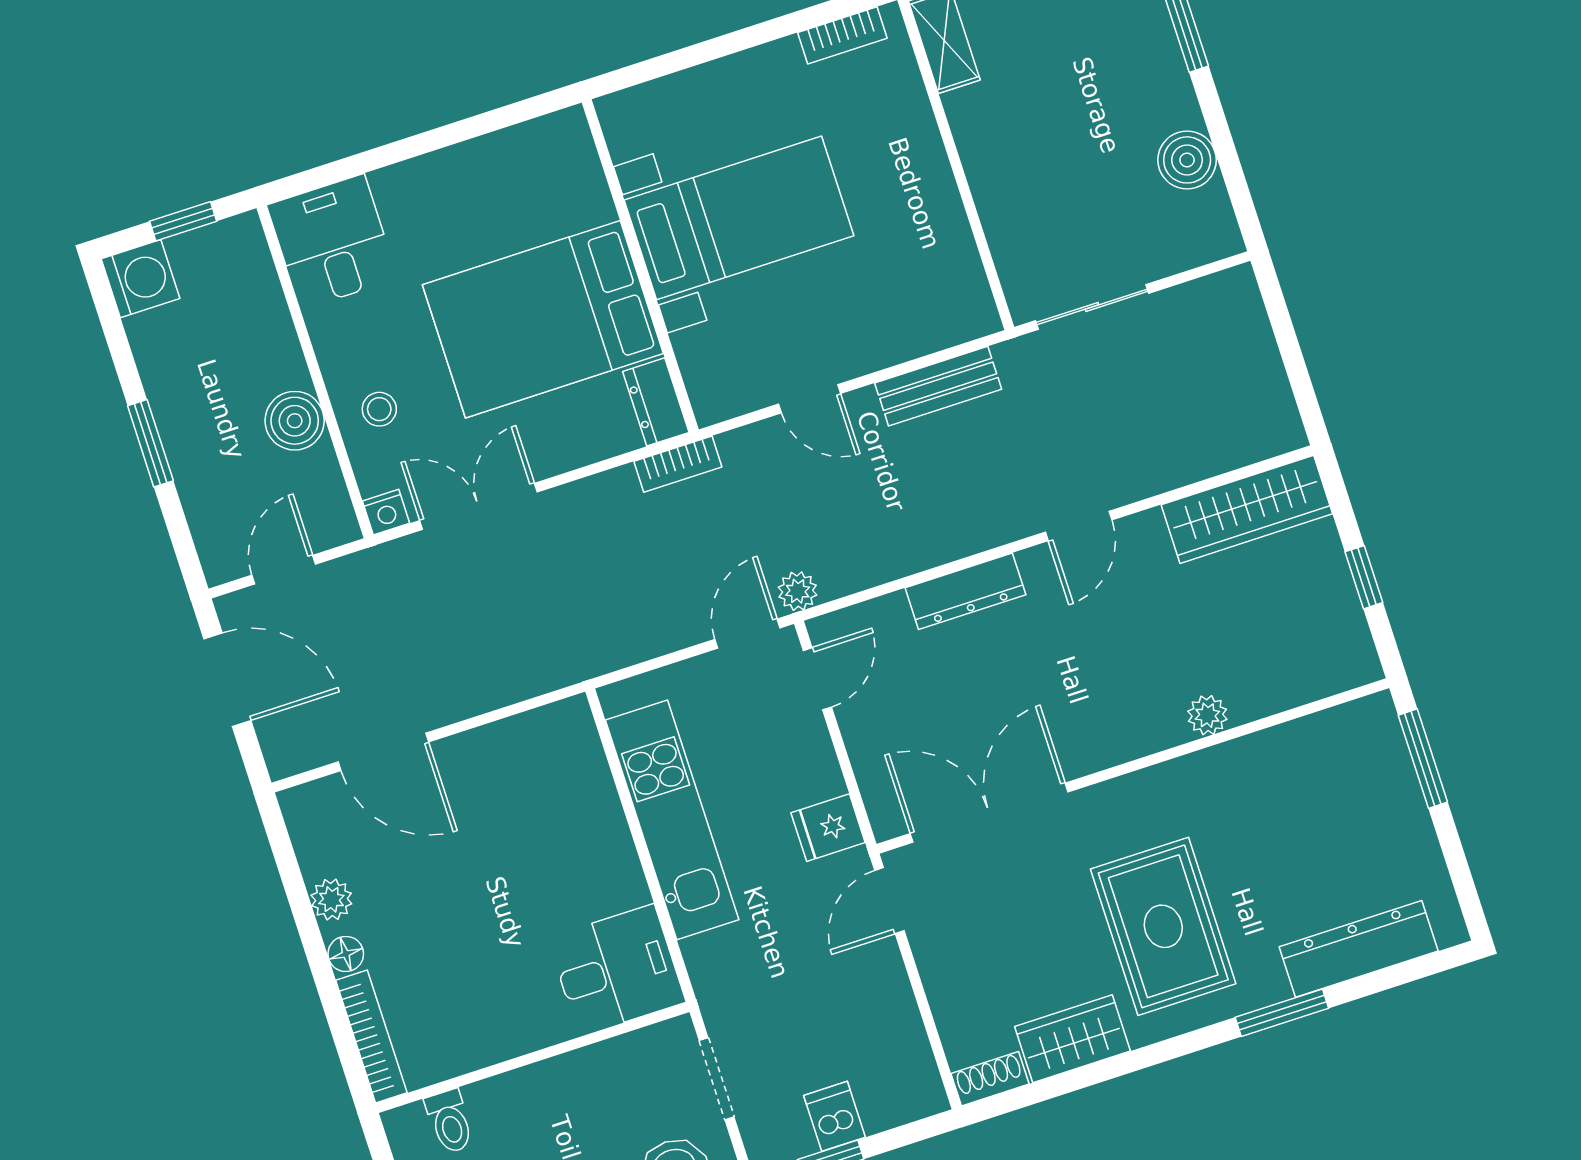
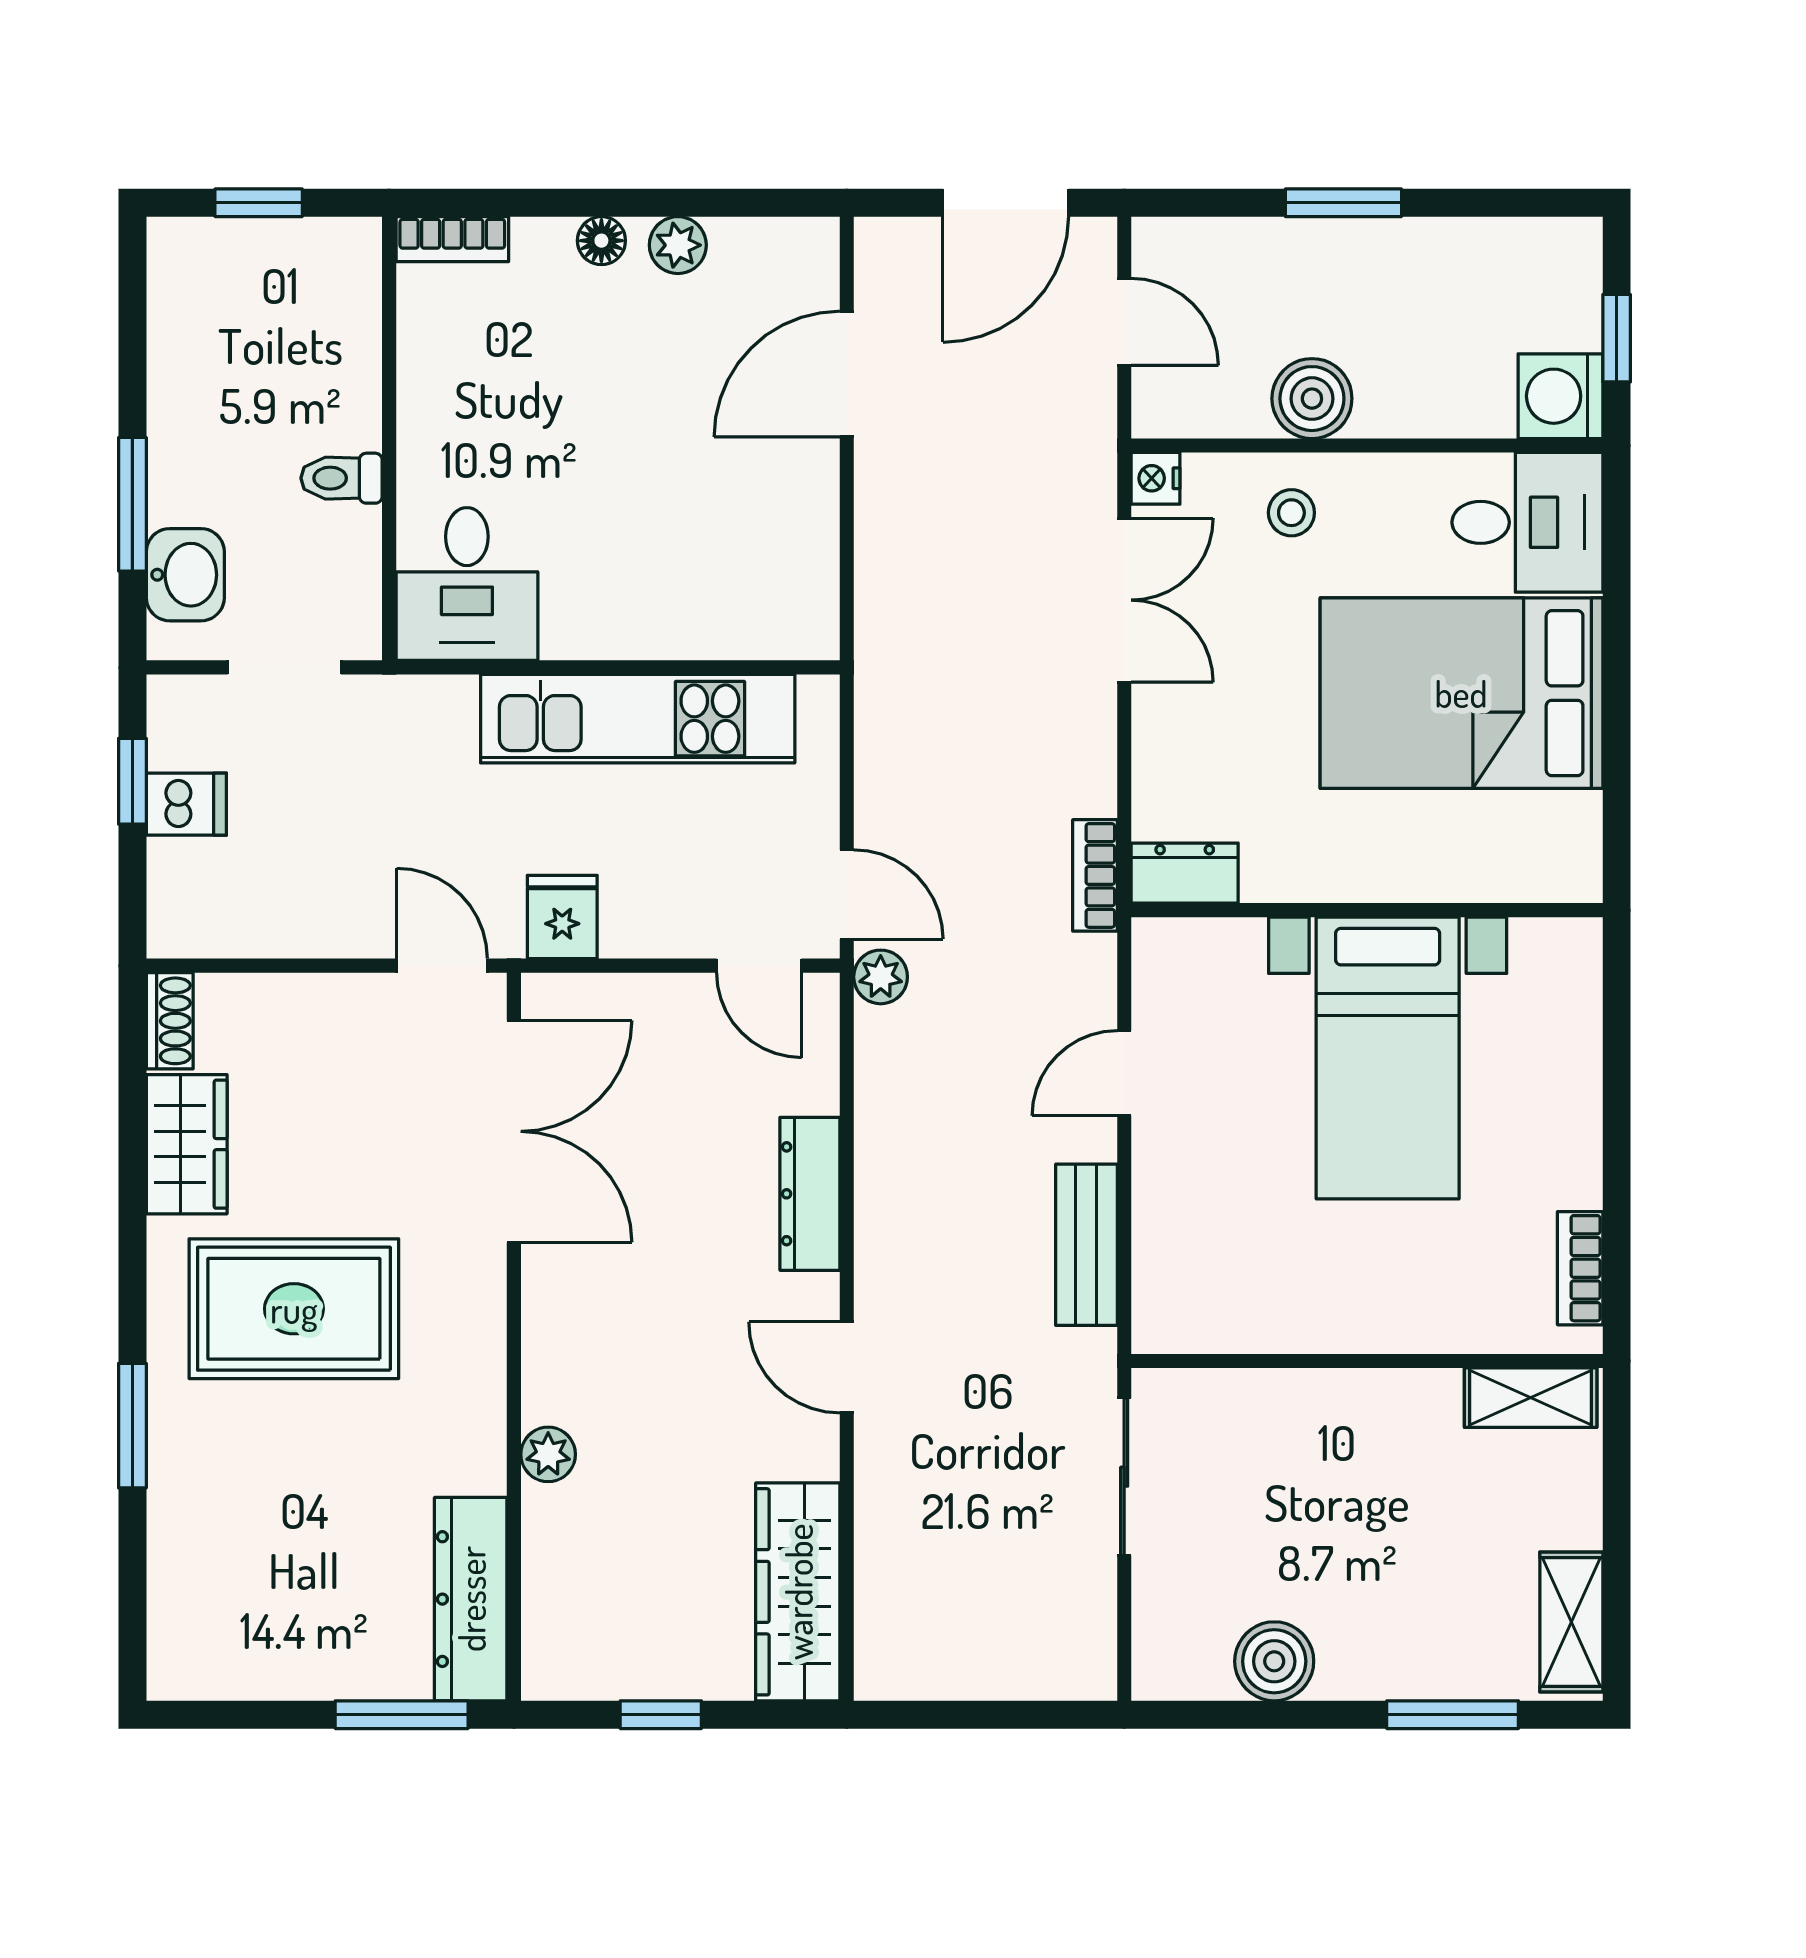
washing machine: (140, 279) -> (1560, 396), moved, turned 90
bed: (543, 319) -> (1461, 693), moved, turned -90
dresser: (1359, 949) -> (471, 1599), moved, turned 180
bookcase: (371, 1037) -> (452, 239), width x0.64
toilet: (450, 1121) -> (342, 478), moved

